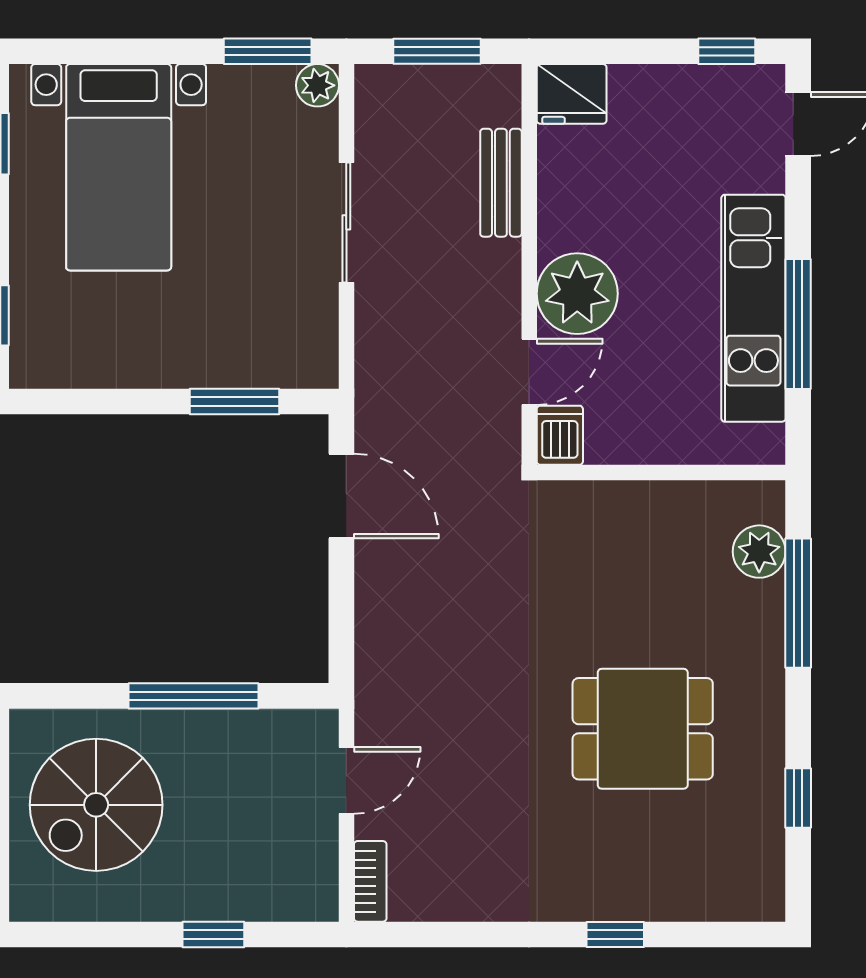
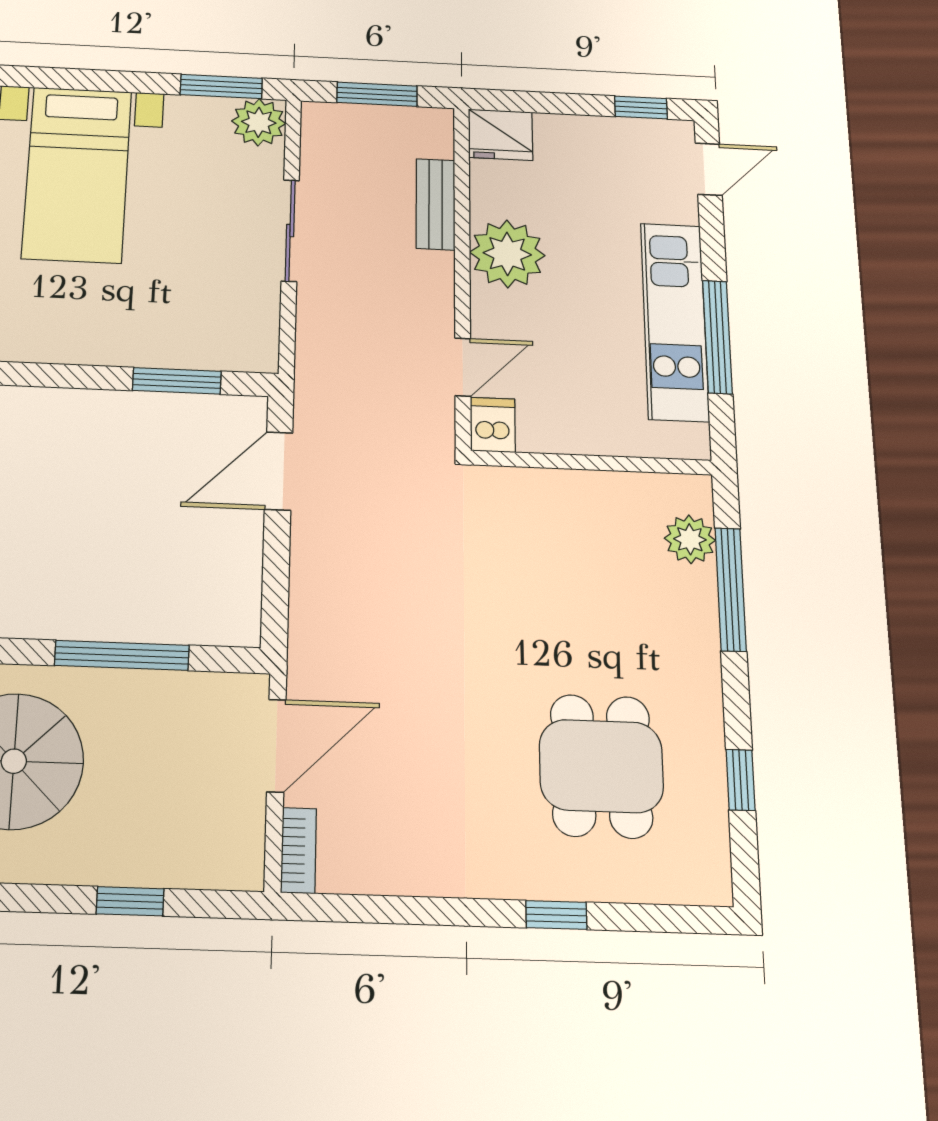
plant: (317, 85) -> (259, 122), width x1.38, depth x1.38
plant: (577, 294) -> (507, 254), moved
door: (341, 496) -> (279, 471), swing flipped
dining table: (643, 729) -> (601, 766), moved, turned 90
door: (346, 780) -> (276, 746), width x1.38

